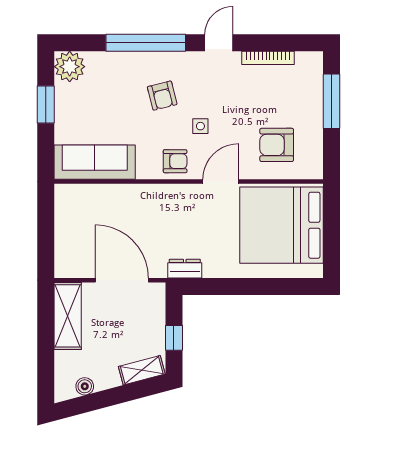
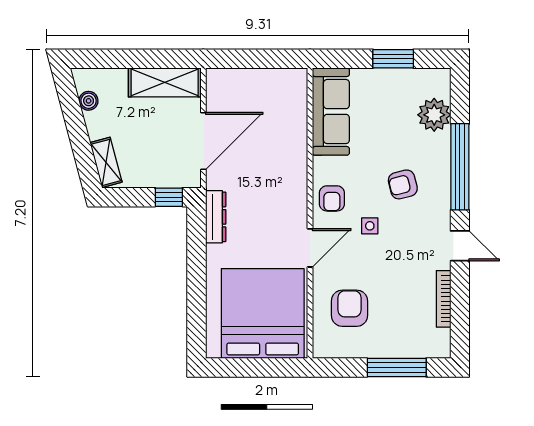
plant: (70, 67) -> (434, 115), moved
door: (221, 181) -> (310, 248), hinge flipped
dresser: (185, 269) -> (216, 217), width x1.44
window: (174, 338) -> (169, 197), moved

